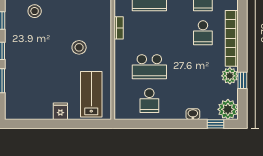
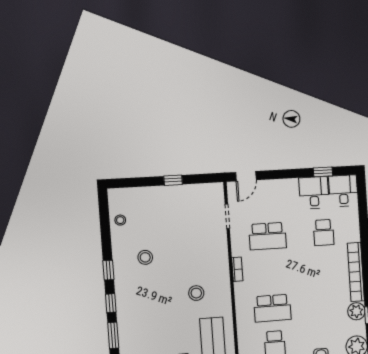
school desk: (203, 33) -> (326, 268), removed

